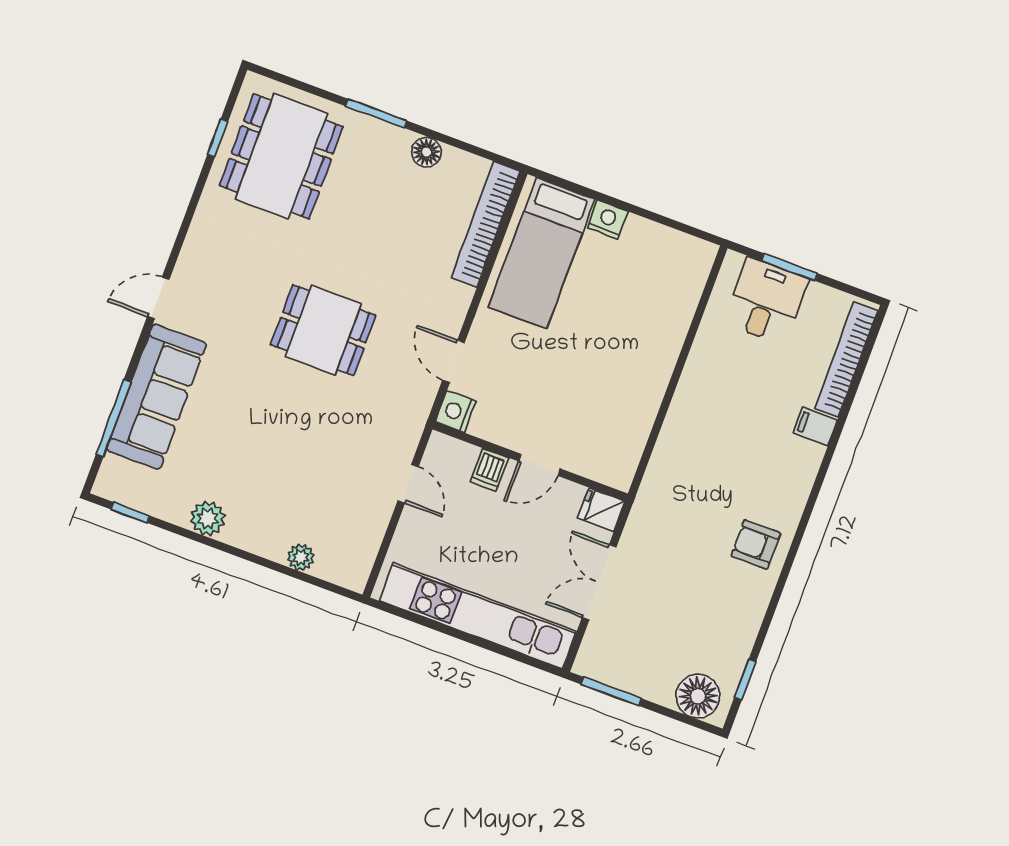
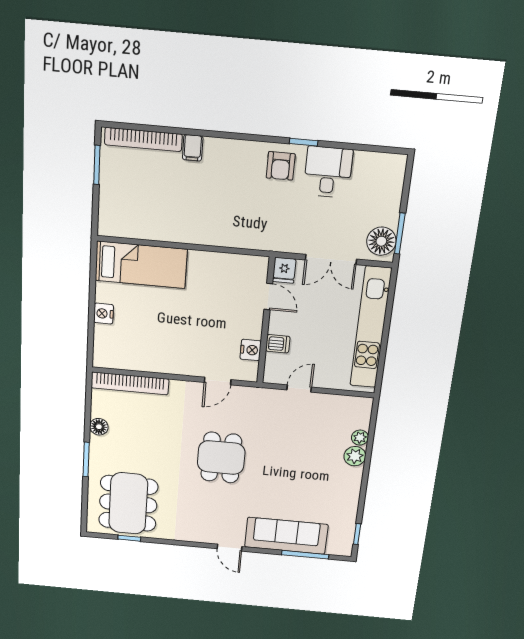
dining table: (281, 156) -> (128, 503), turned 90
bed: (542, 253) -> (141, 265), moved
window: (790, 267) -> (97, 165), moved
desk: (766, 301) -> (328, 172), moved, turned 90
nightstand: (456, 412) -> (251, 350), moved, turned -90
door: (539, 465) -> (268, 297), moved
plant: (208, 518) -> (355, 456), moved
window: (745, 680) -> (304, 142), moved
floor lamp: (698, 696) -> (381, 241), moved

